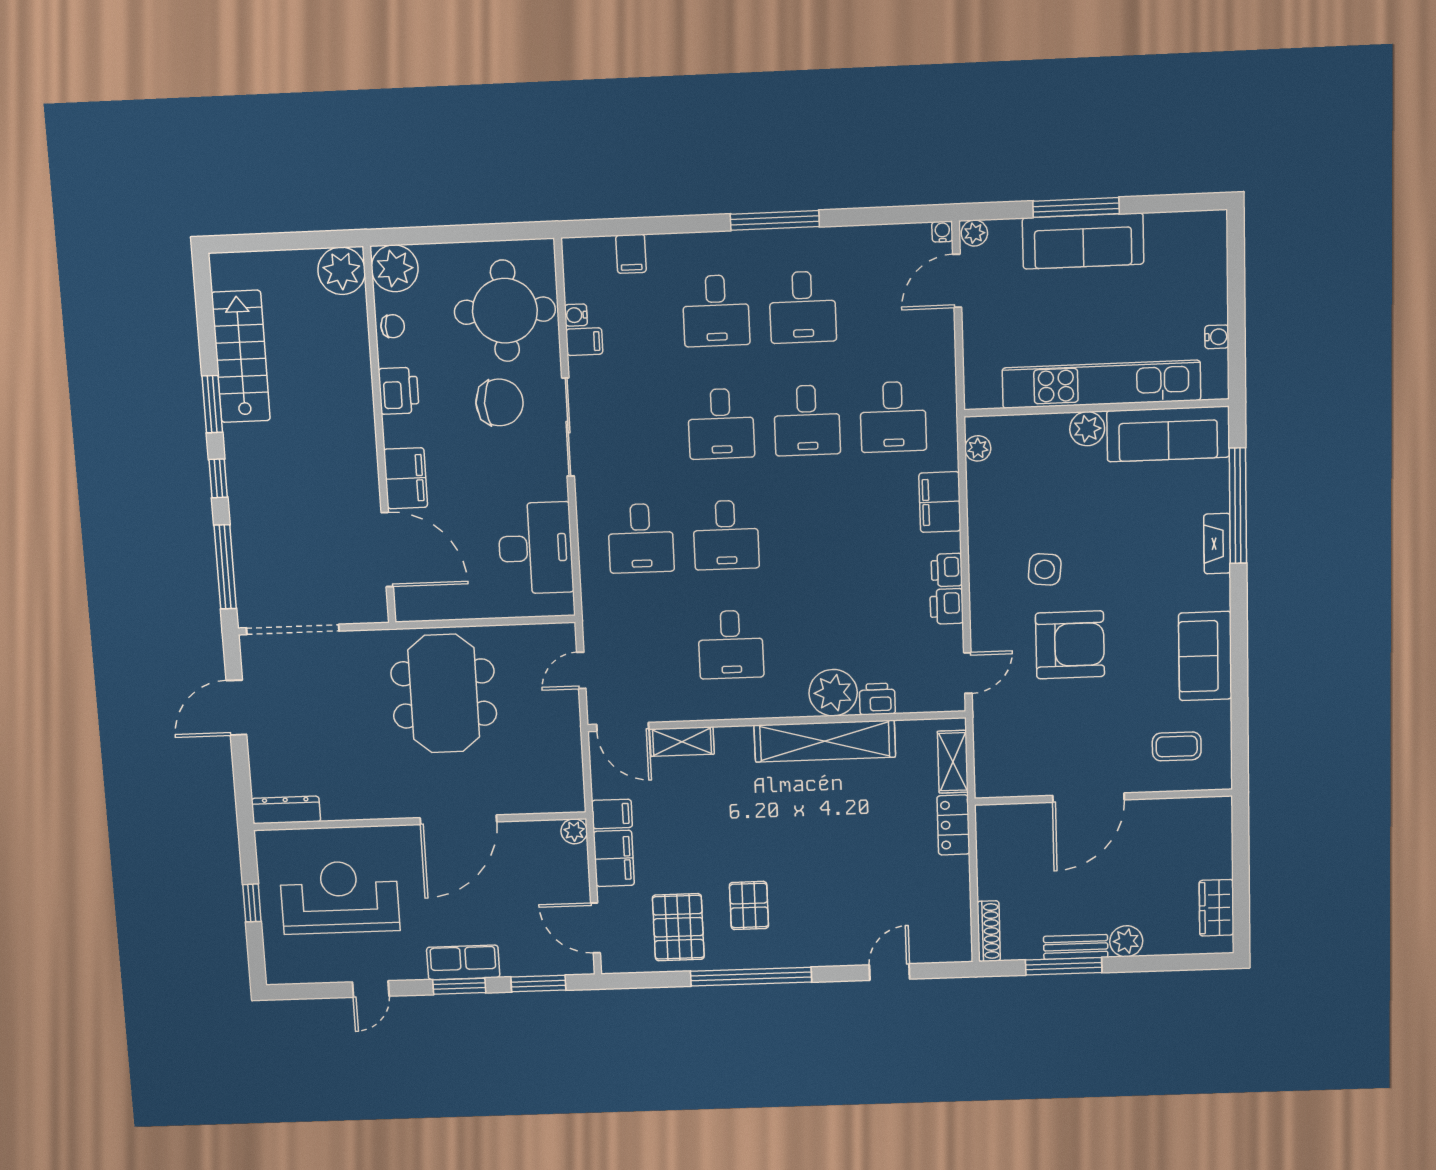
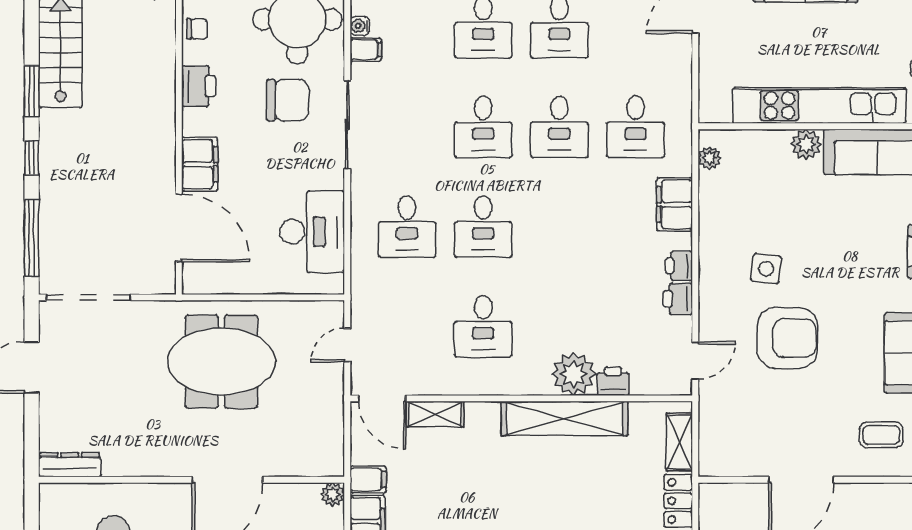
meeting table: (444, 694) -> (221, 362), turned 90

